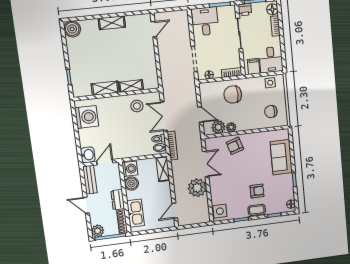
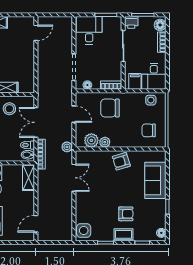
door: (200, 115) -> (74, 114), moved
armchair: (235, 146) -> (121, 161), moved
plant: (197, 188) -> (67, 147), moved, width x0.53, depth x0.53

